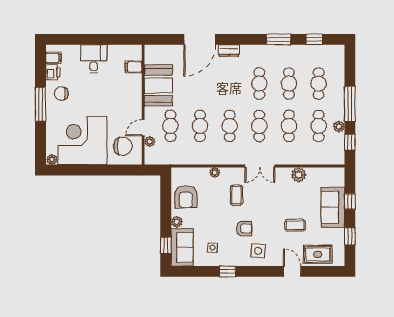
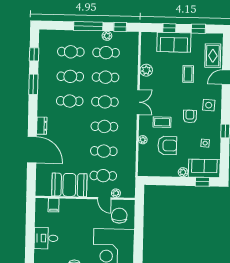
armchair: (186, 197) -> (167, 145), moved

